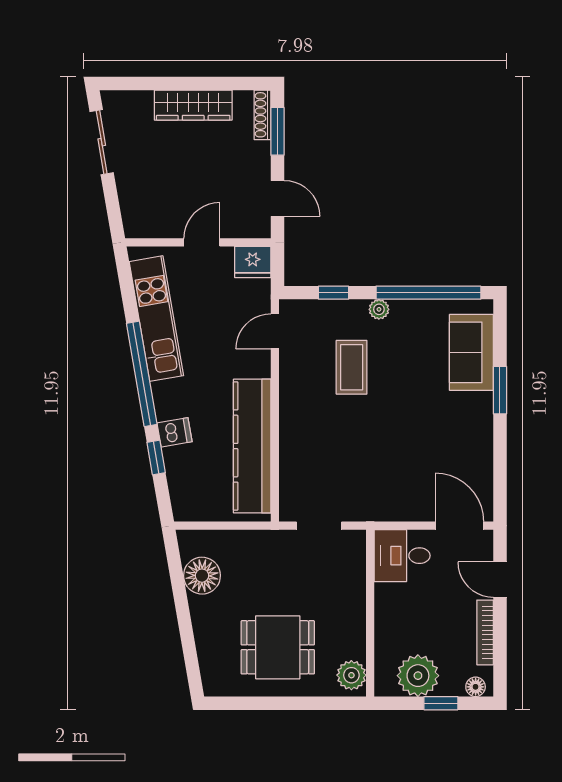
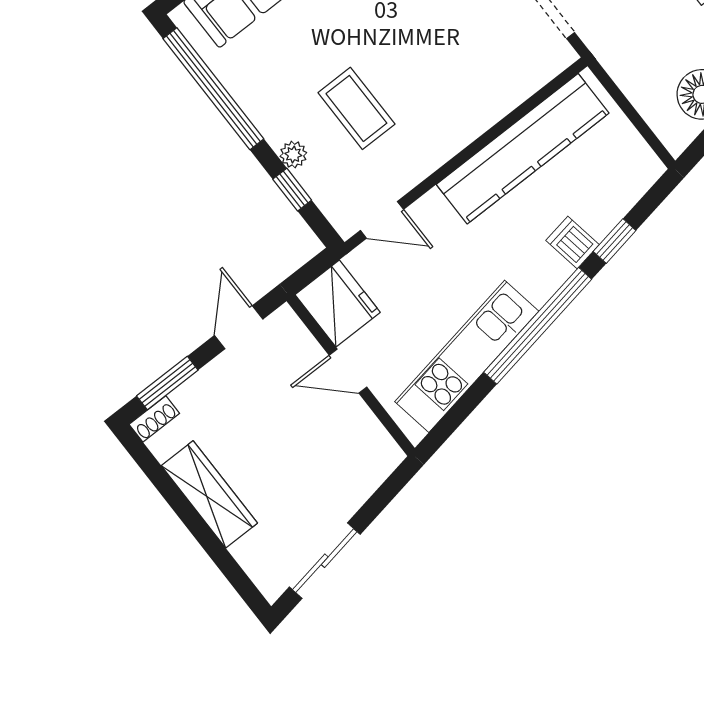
shoe rack: (262, 115) -> (154, 419), width x0.70
fridge: (253, 262) -> (338, 303), width x1.36, depth x1.34
plant: (379, 309) -> (293, 155), moved
coffee table: (352, 367) -> (356, 108), turned 90

